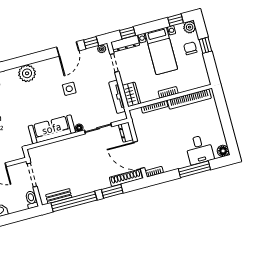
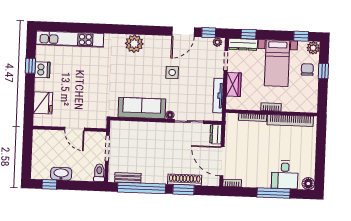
wardrobe: (131, 94) -> (234, 85), moved
shoe rack: (126, 178) -> (185, 180), moved

